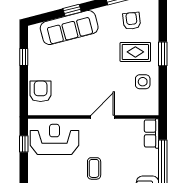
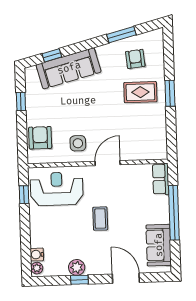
window: (72, 10) -> (52, 55), moved
side table: (143, 82) -> (78, 143), moved

